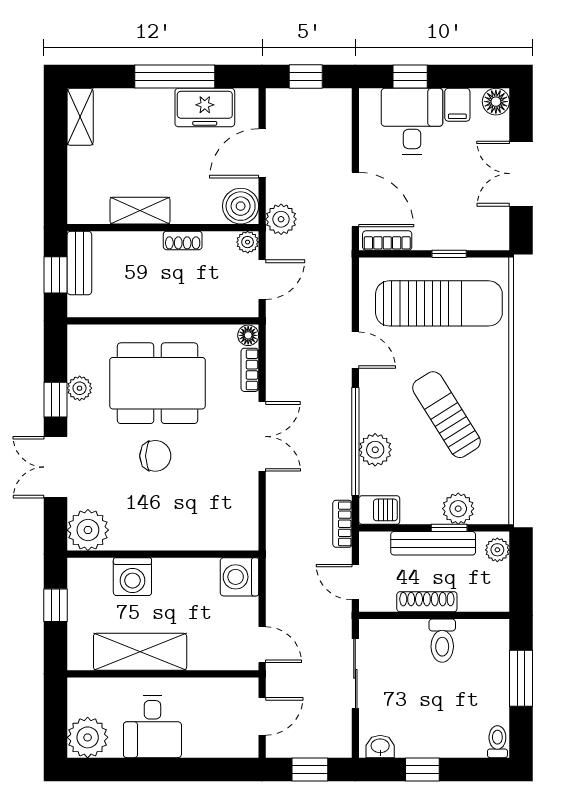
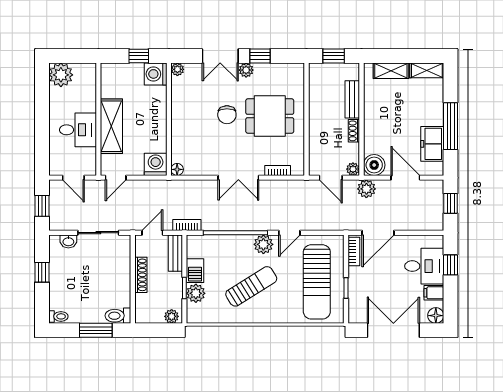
double door: (521, 174) -> (393, 330), width x1.37
shelving: (140, 211) -> (391, 71), moved, turned 90
bench: (79, 263) -> (352, 99), moved, turned 90
floor lamp: (248, 335) -> (177, 169), moved
dining table: (158, 383) -> (270, 116), width x0.73
plant: (80, 388) -> (246, 70), moved
plant: (375, 450) -> (263, 244), moved
double door: (56, 467) -> (220, 56), swing flipped
barbecue: (379, 510) -> (195, 271), moved
plant: (88, 530) -> (177, 69), width x0.53, depth x0.53
bench: (433, 543) -> (175, 253), moved, width x0.73
washing machine: (132, 577) -> (156, 74), moved
toilet: (442, 641) -> (118, 316), moved
shelving: (140, 652) -> (111, 126), moved
desk: (152, 727) -> (78, 130), moved, turned 180
washbasin: (380, 747) -> (68, 241), moved, turned 90

